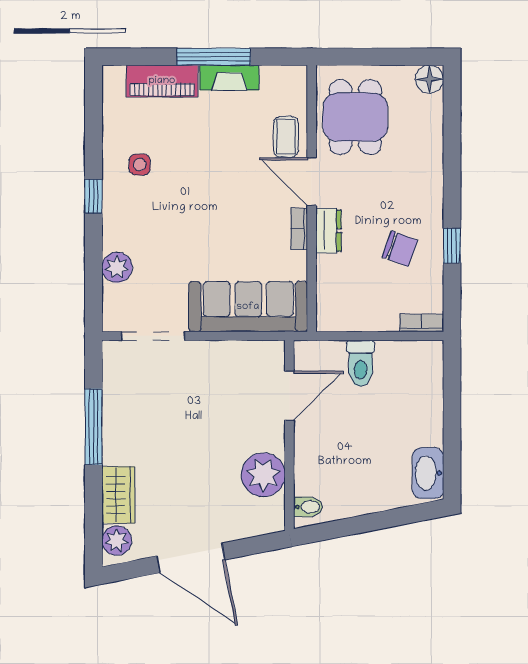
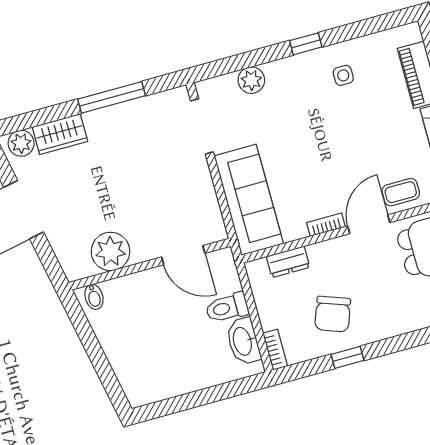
dresser: (328, 231) -> (288, 262), moved
chair: (400, 249) -> (333, 314), width x1.37, depth x1.37
washbasin: (428, 473) -> (243, 341), moved, turned -90

